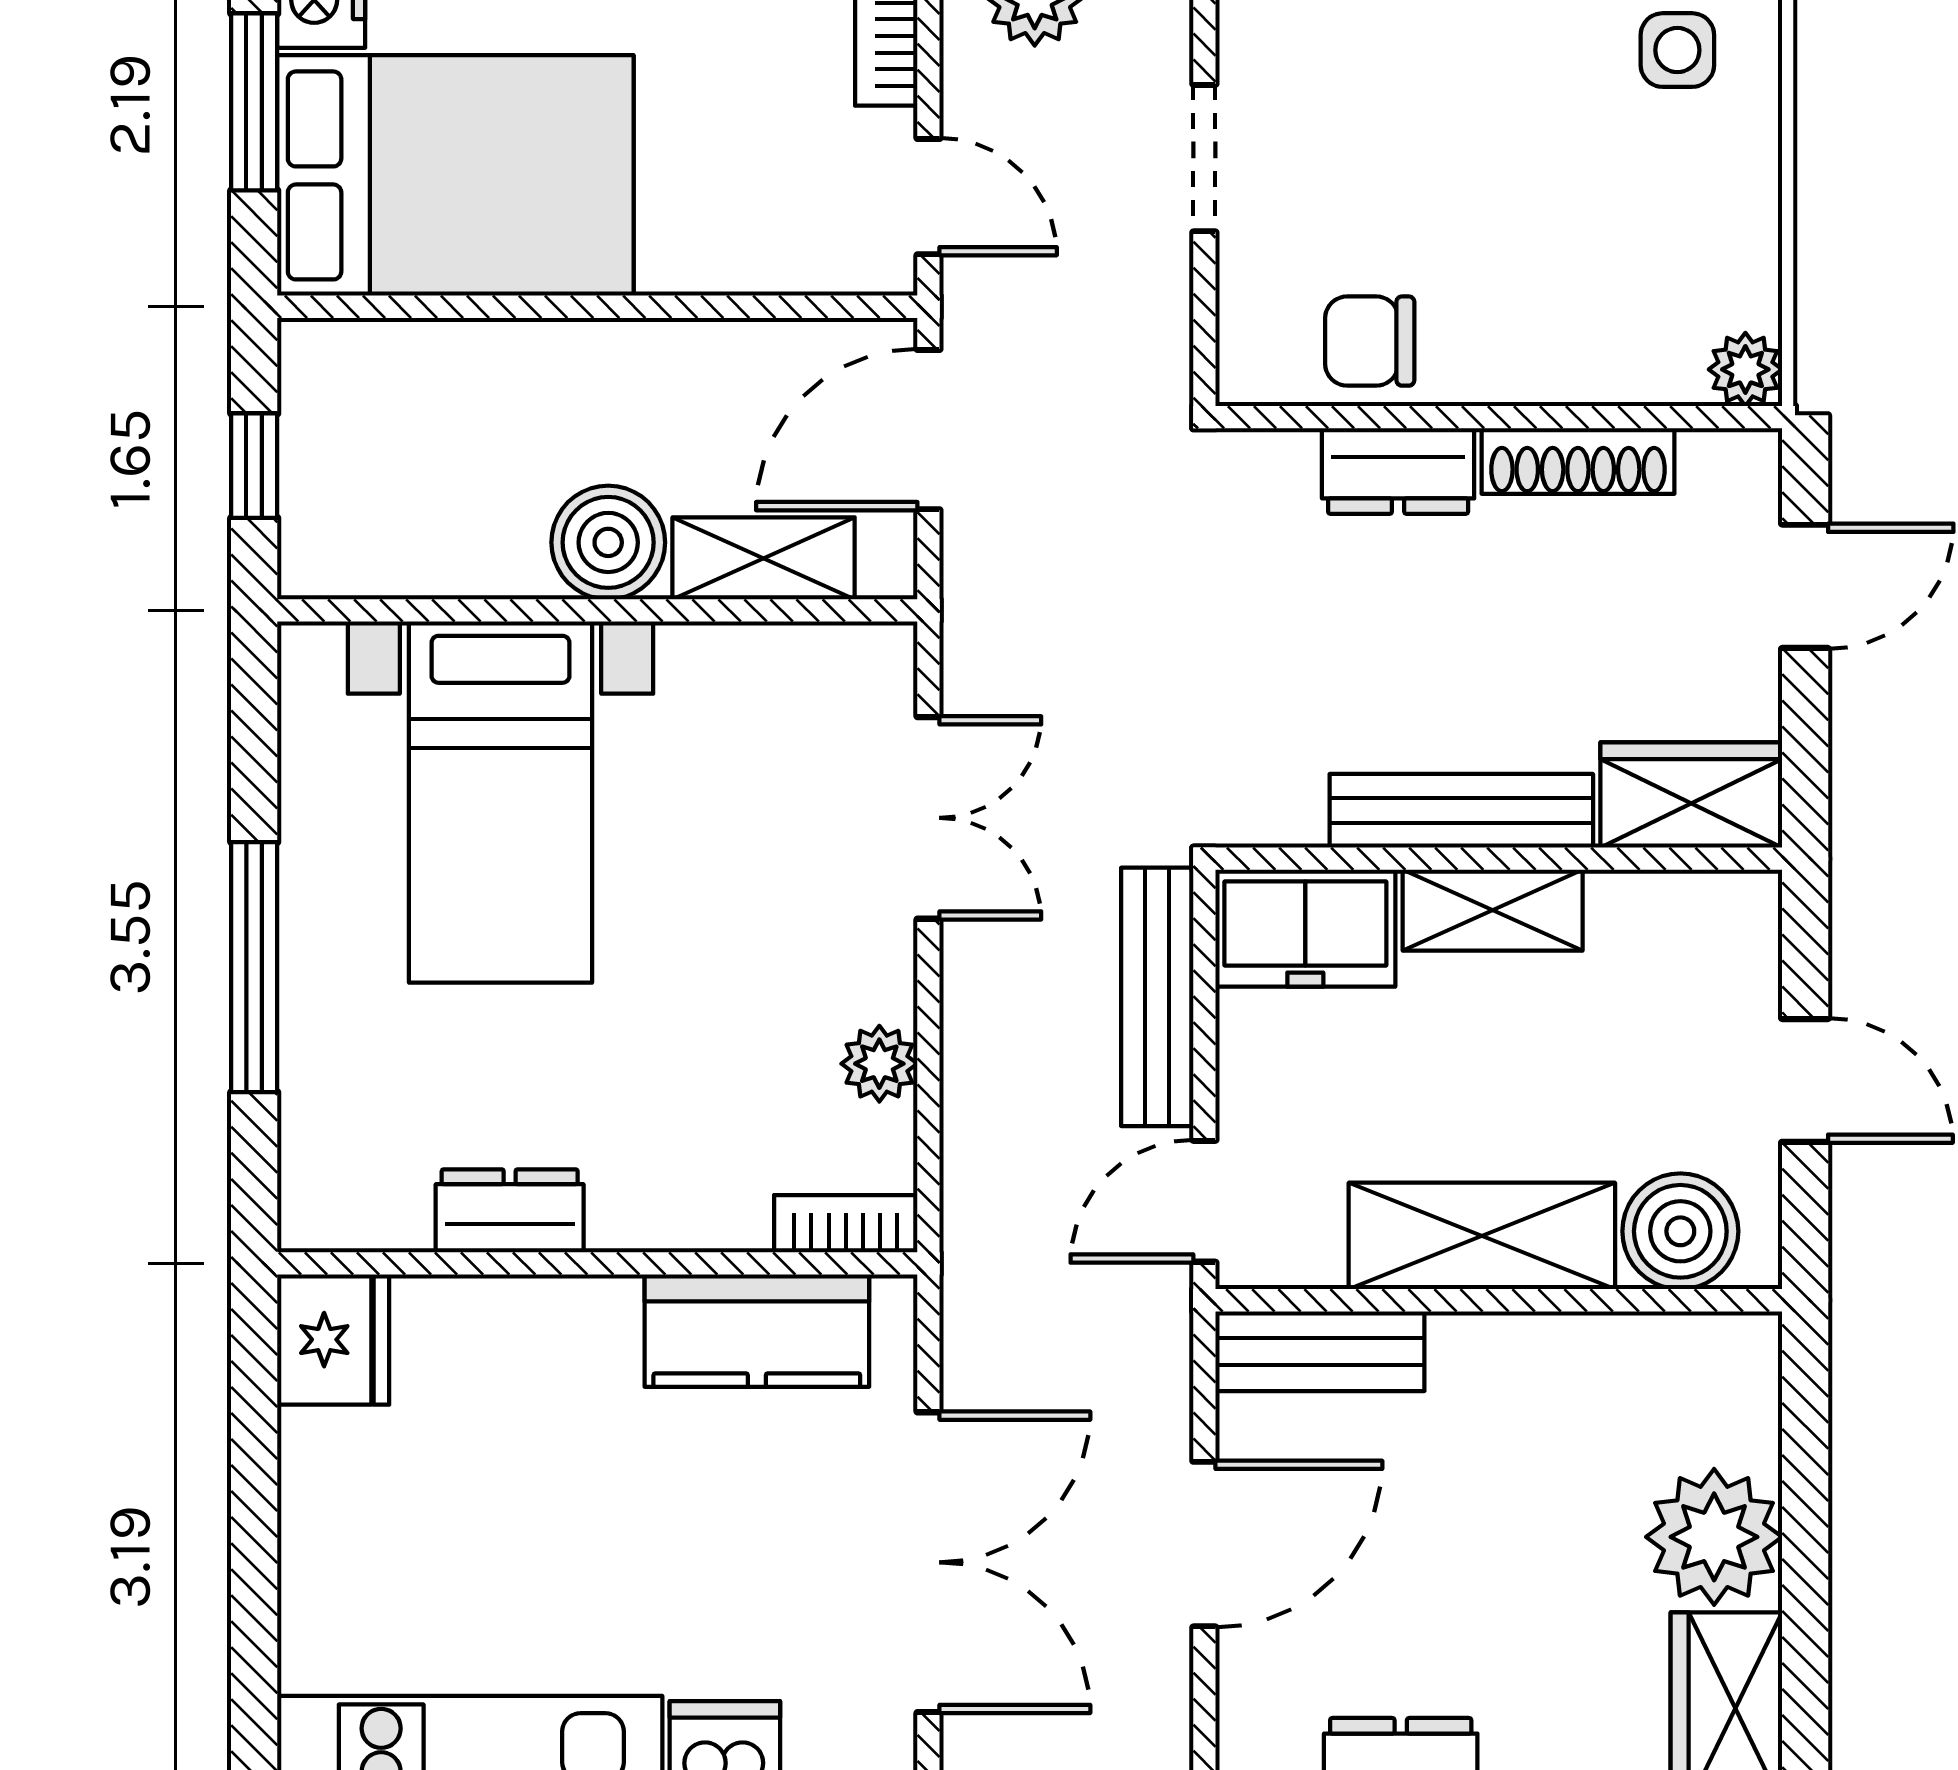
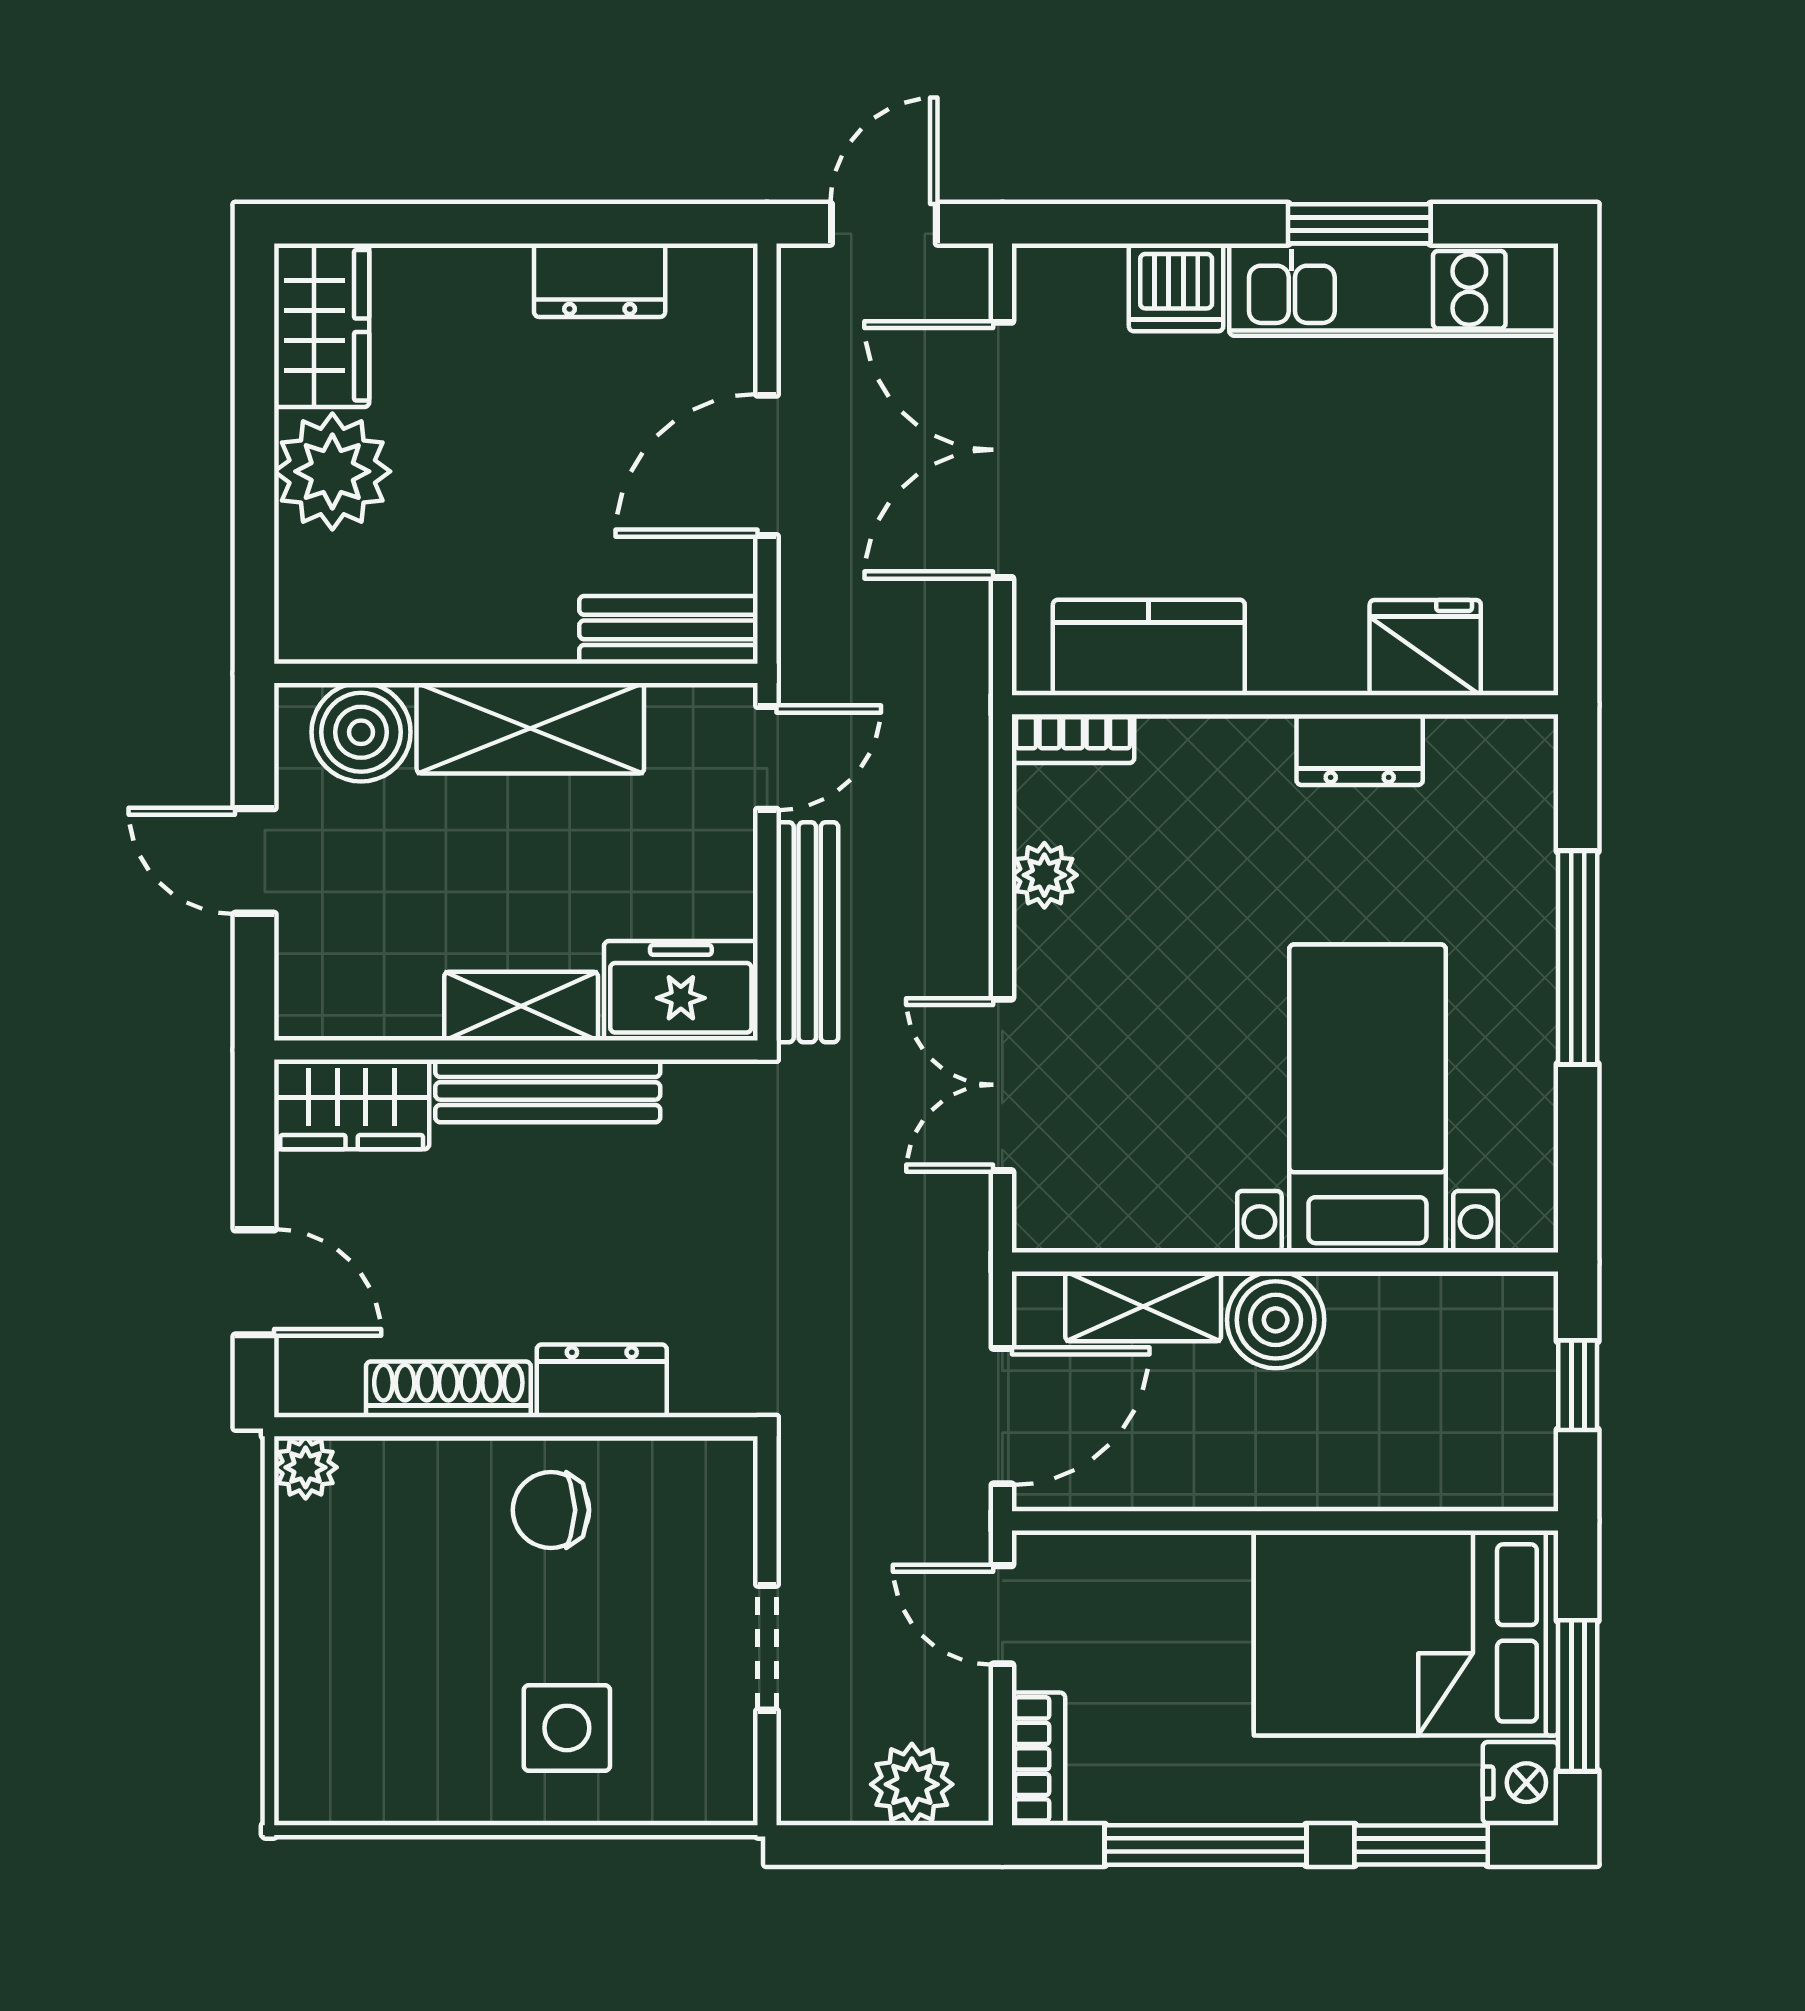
side table: (1677, 50) -> (567, 1728), moved, width x1.37, depth x1.37
chair: (1370, 341) -> (551, 1510), moved, turned 180
door: (1805, 586) -> (255, 1282), swing flipped
fridge: (333, 1340) -> (1425, 648), moved, turned 90

